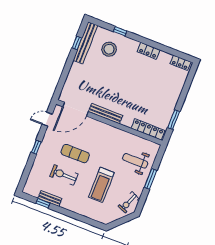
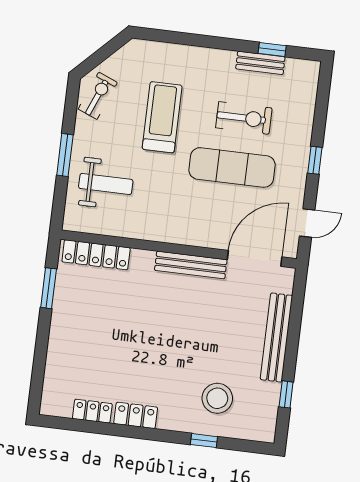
bench: (85, 43) -> (276, 338), moved
locker: (180, 63) -> (92, 411), moved
exercise mat: (75, 154) -> (232, 167), width x1.36, depth x1.45

